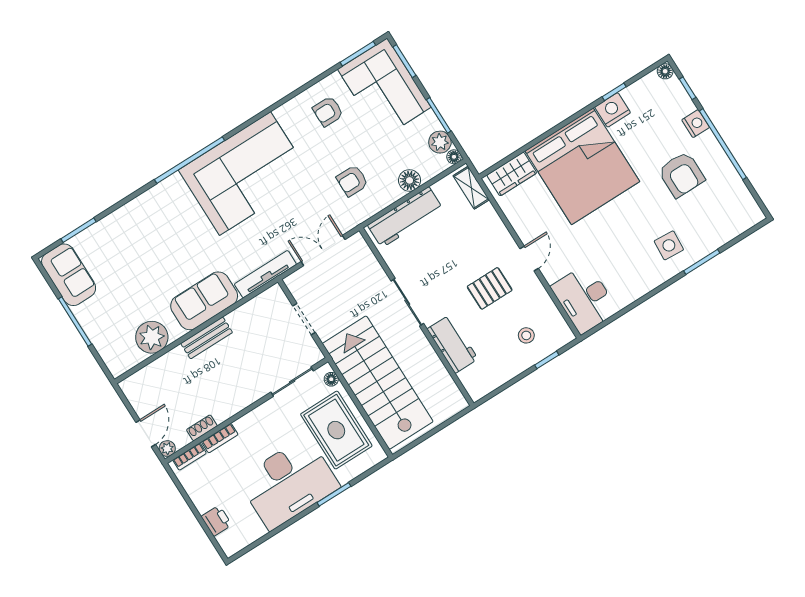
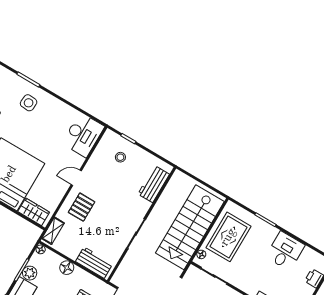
plant: (440, 142) -> (30, 273), moved
workbench: (405, 217) -> (94, 263), width x0.73
pallet: (490, 288) -> (82, 207), moved, turned 90
workbench: (452, 344) -> (154, 184), moved
desk: (289, 483) -> (285, 251), width x0.53, depth x0.77

